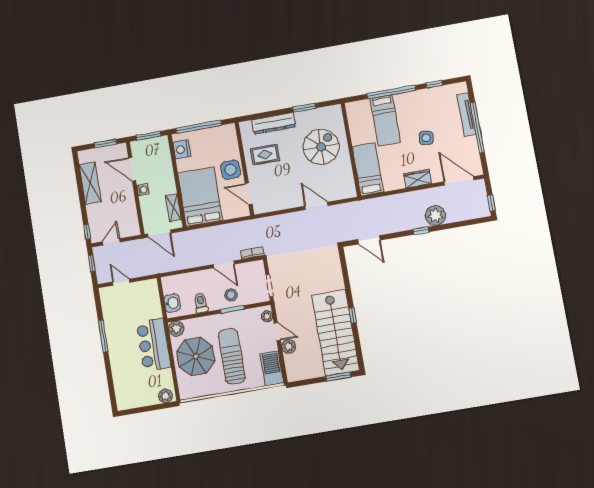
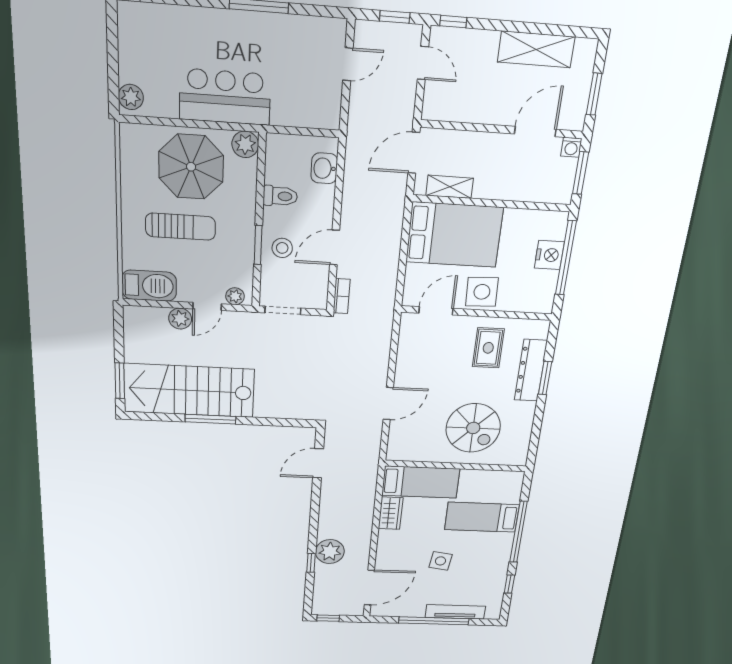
window: (304, 108) -> (545, 378), moved
nightstand: (182, 149) -> (549, 255), moved, turned 90
wardrobe: (418, 179) -> (391, 513), moved
washing machine: (143, 190) -> (571, 147), moved
window: (421, 231) -> (311, 563), moved
washbasin: (172, 303) -> (324, 168), moved, turned 90
window: (353, 315) -> (211, 419), width x2.17
sun lounger: (232, 356) -> (180, 227), width x0.73, depth x0.75

